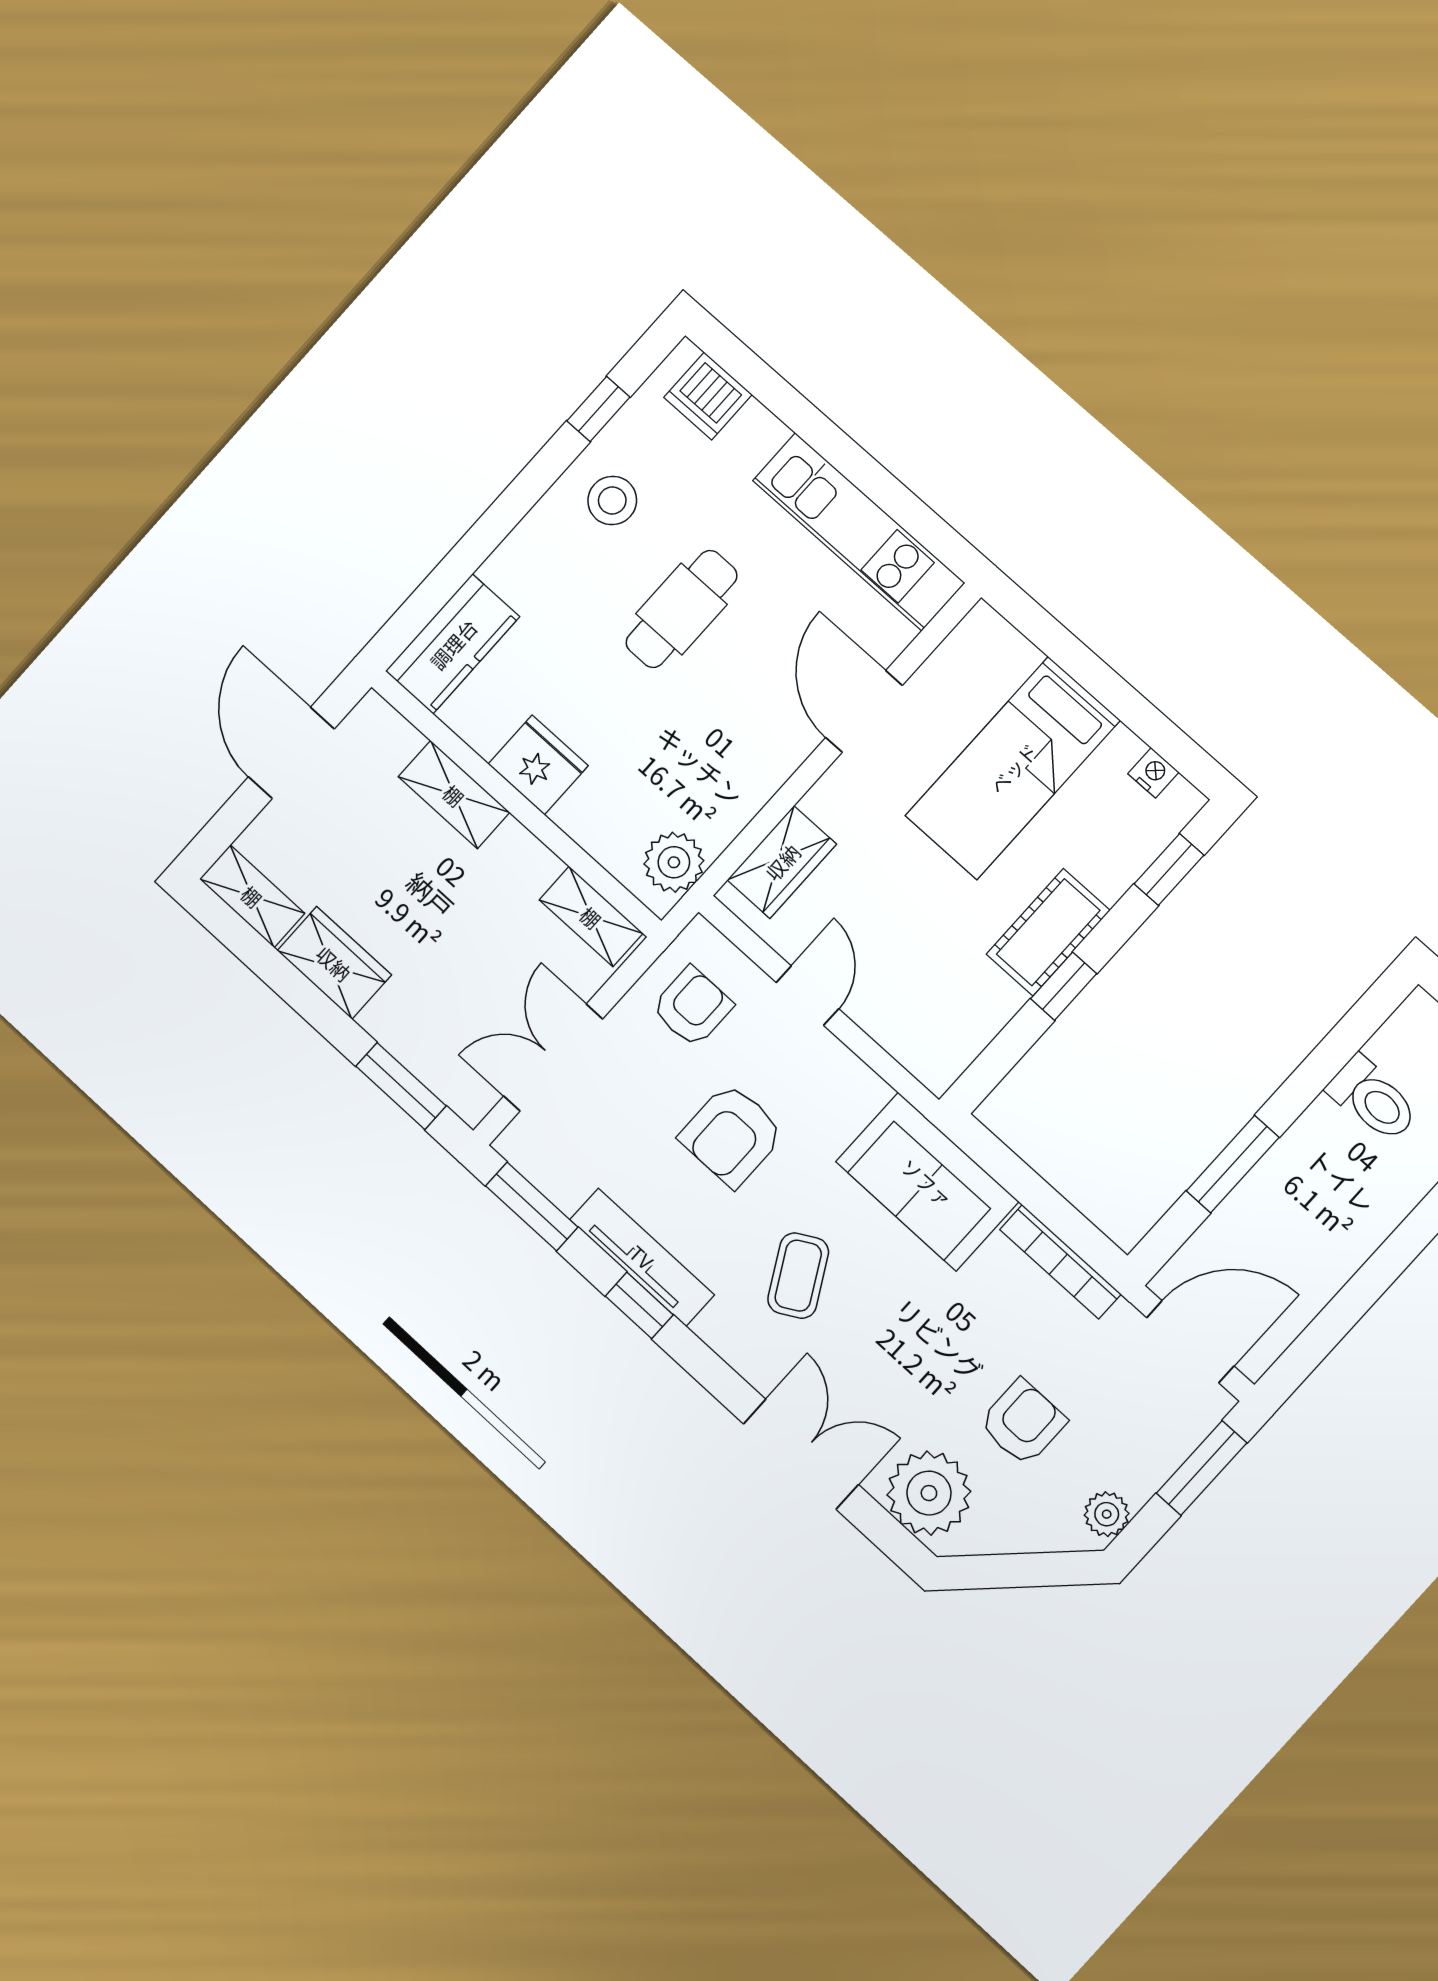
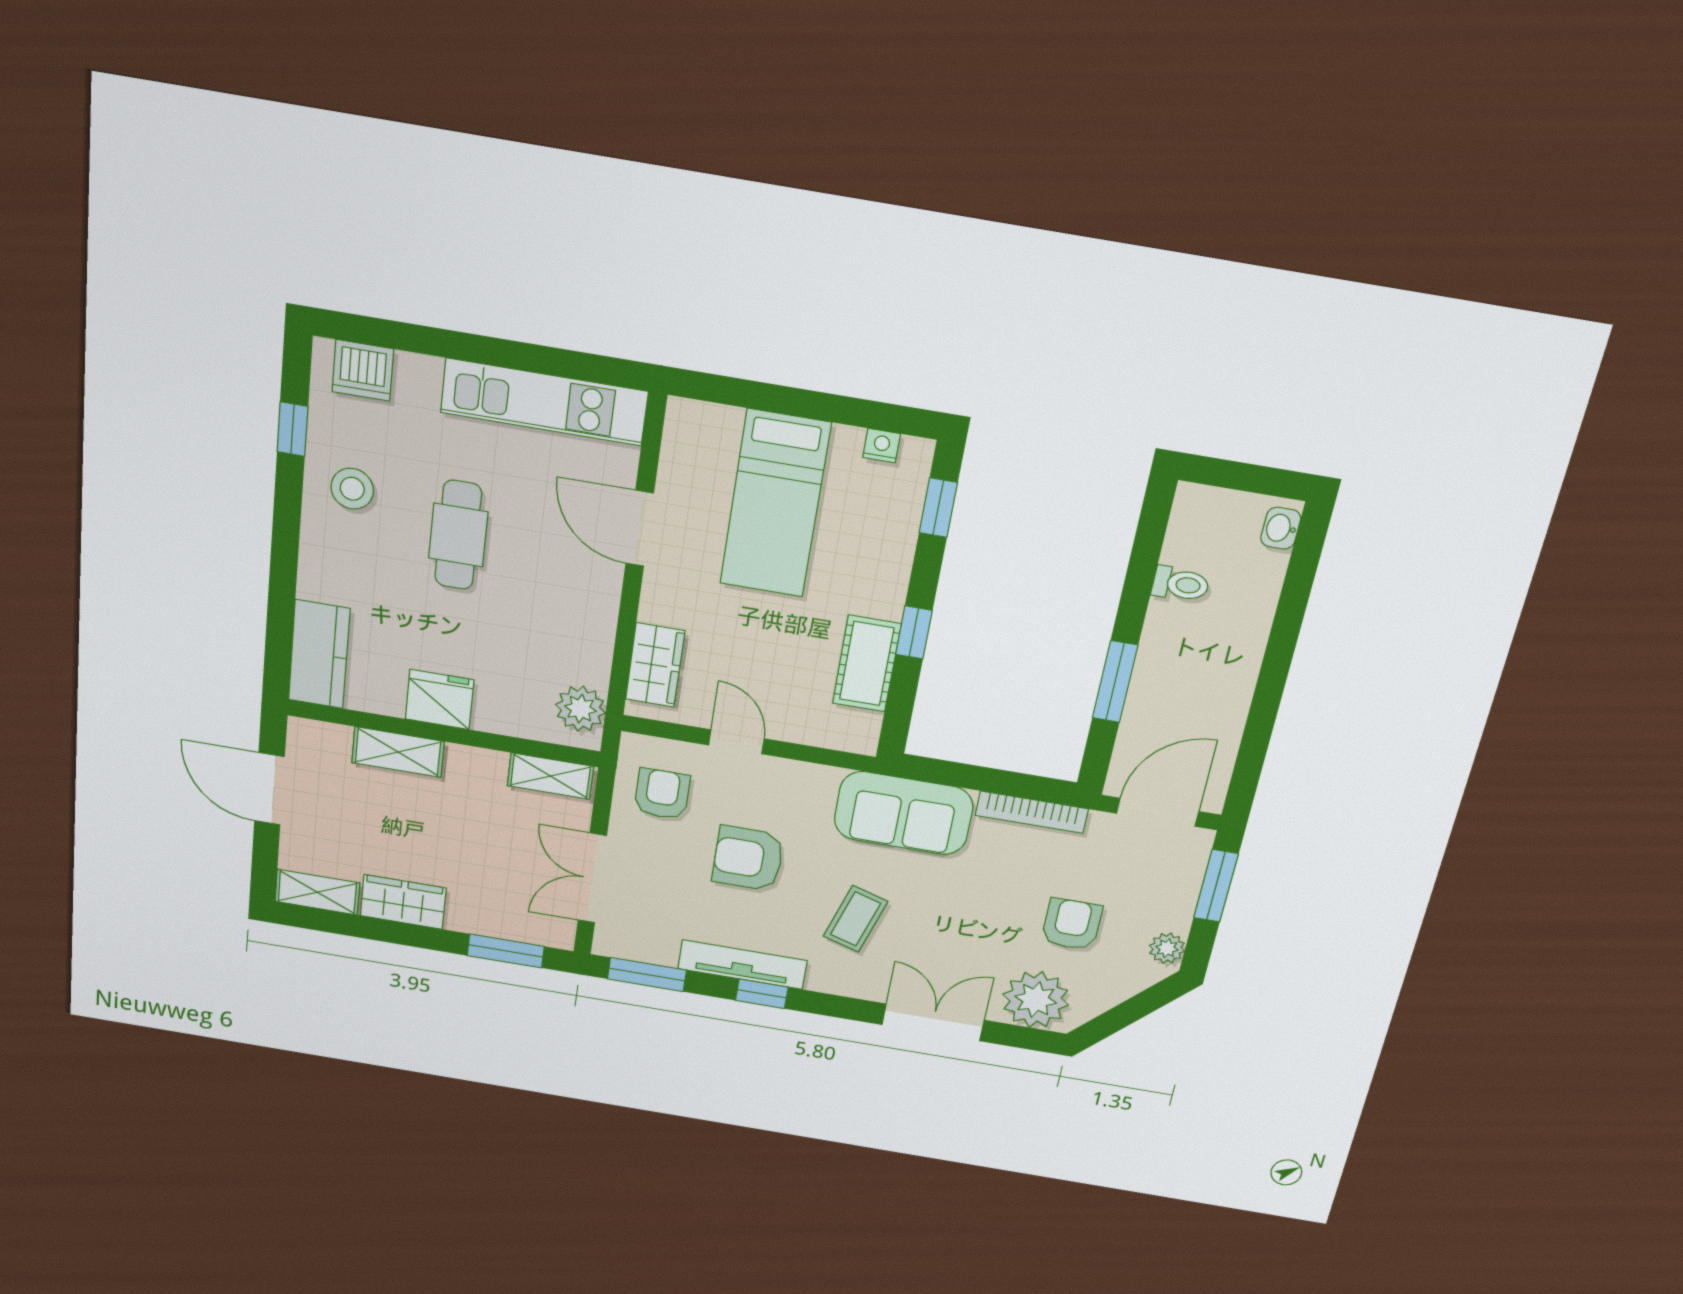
cot: (1048, 932) -> (867, 664), moved
toilet: (1373, 1099) -> (1181, 584), width x0.73, depth x0.72
armchair: (732, 1135) -> (748, 858), turned 90
coffee table: (798, 1276) -> (856, 919), turned 46

